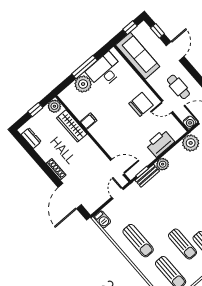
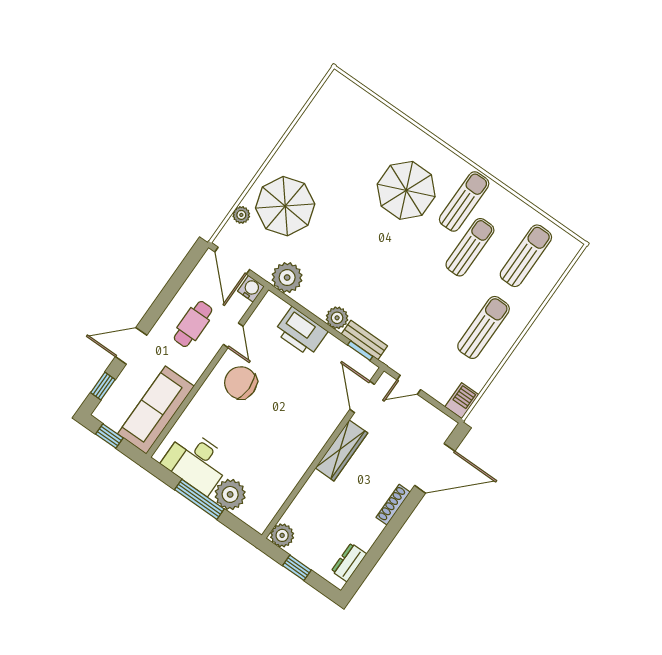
filing cabinet: (89, 121) -> (294, 468), removed
wardrobe: (72, 126) -> (341, 450), moved

